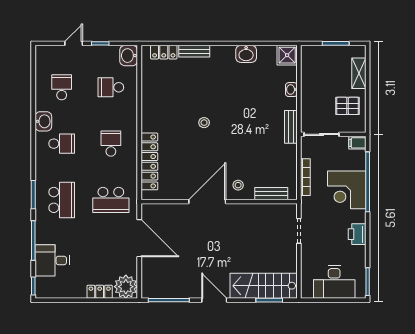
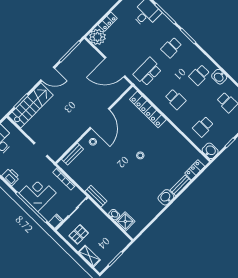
washbasin: (246, 54) -> (166, 197), moved
shower: (287, 55) -> (125, 221), moved
school desk: (111, 87) -> (203, 127), turned 180
school desk: (62, 200) -> (171, 47), width x0.54

